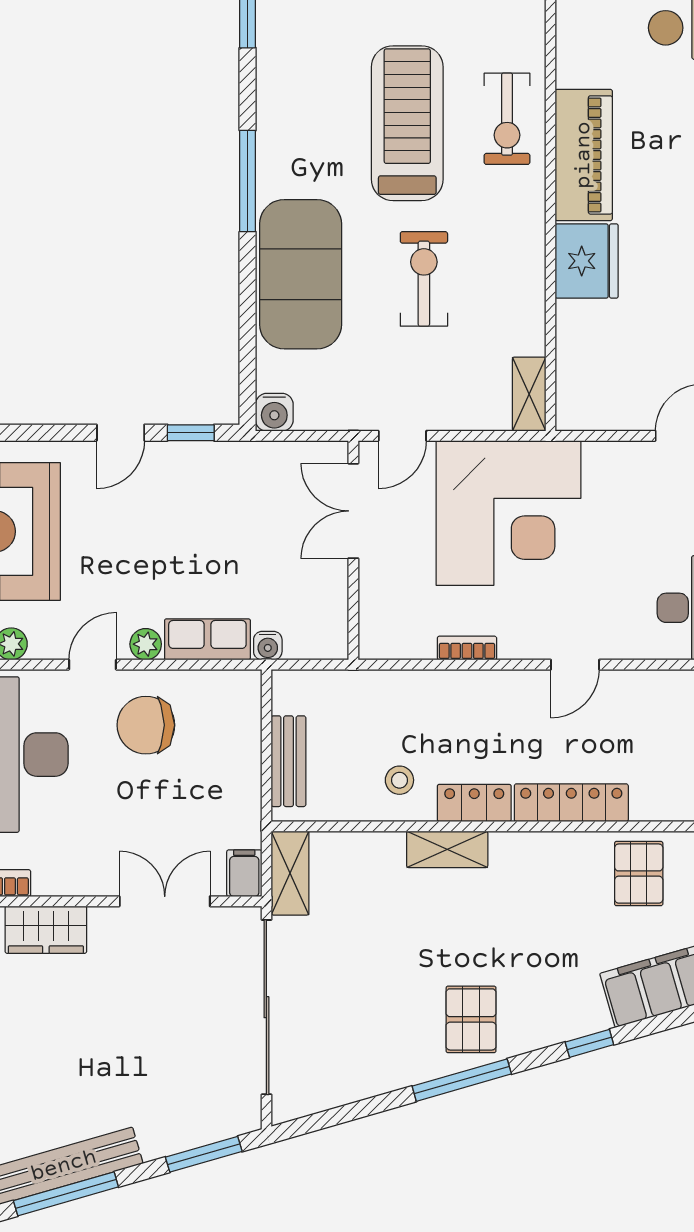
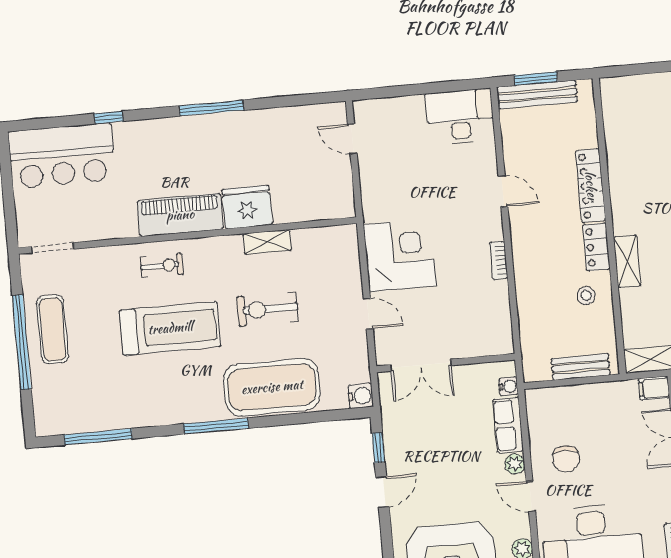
exercise bike: (507, 119) -> (162, 266), width x0.73, depth x0.72
treadmill: (407, 123) -> (170, 328), turned 180
shelving: (529, 394) -> (267, 242), moved
door: (121, 433) -> (382, 492), hinge flipped
double door: (353, 511) -> (421, 365), moved
corner desk: (508, 513) -> (400, 255), width x0.74, depth x0.74
wall: (353, 550) -> (446, 363), moved
chair: (146, 725) -> (566, 459), width x0.73, depth x0.73
pallet: (639, 874) -> (631, 139), removed

